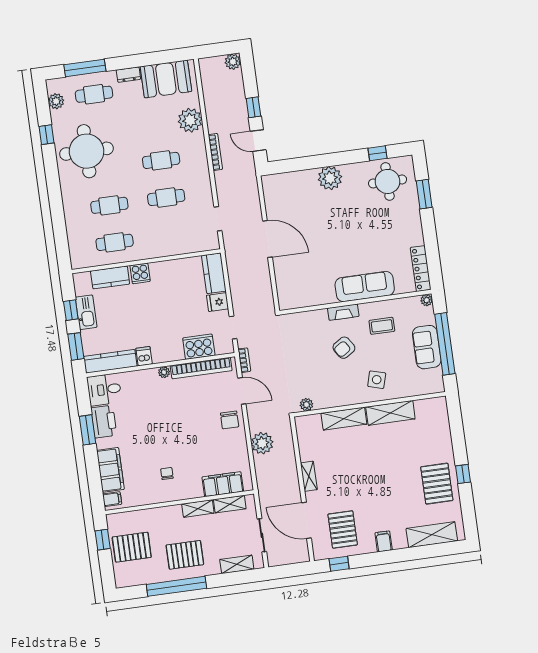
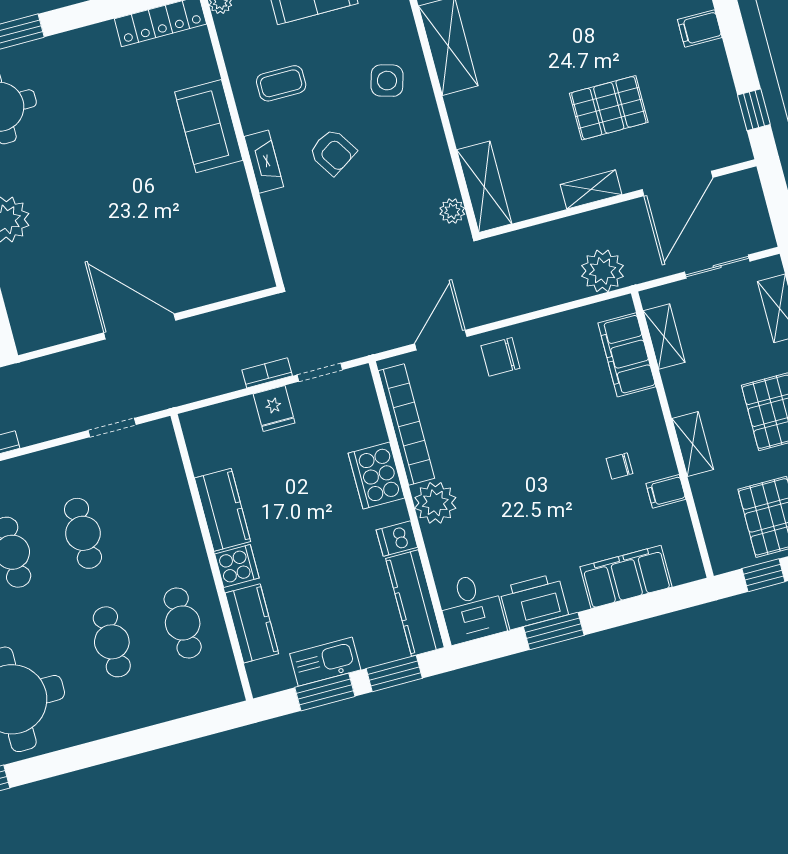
door: (267, 239) -> (140, 327), hinge flipped
kitchen counter: (214, 273) -> (223, 510), moved, turned -90
sofa: (365, 287) -> (209, 126), width x0.73
window: (71, 310) -> (325, 692), width x1.50
coffee table: (382, 326) -> (281, 83), turned 90
cooker: (199, 347) -> (376, 476), moved
bookcase: (244, 360) -> (267, 373), moved
plant: (164, 372) -> (435, 503), width x1.88, depth x1.88
shelving: (344, 419) -> (484, 187), moved
chair: (230, 420) -> (500, 357), turned 180
plant: (262, 443) -> (603, 271), moved
filing cabinet: (112, 499) -> (666, 491), moved, turned -90
shelving: (198, 509) -> (693, 444), moved
pallet: (343, 529) -> (609, 108), moved

